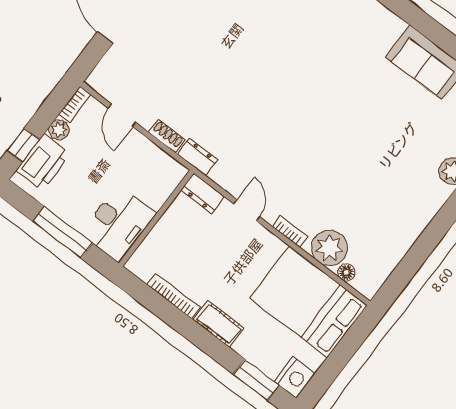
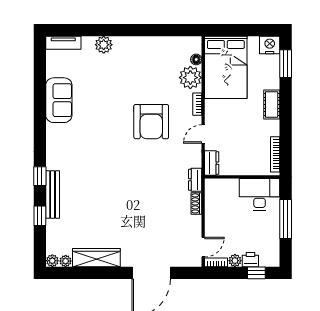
door: (122, 115) -> (203, 247), moved
armchair: (312, 157) -> (151, 122), added
printer: (43, 162) -> (250, 260), width x0.53, depth x0.68
bookcase: (173, 296) -> (275, 154), moved

